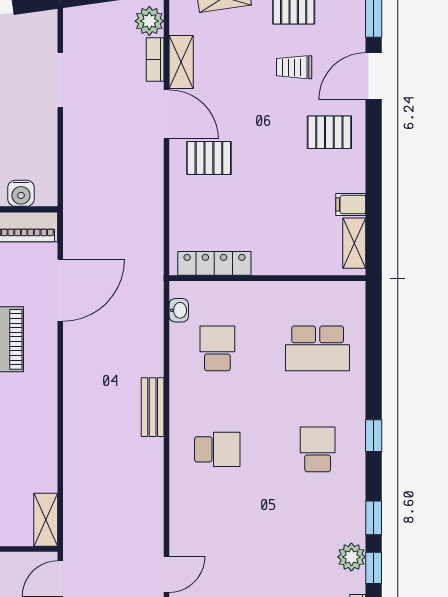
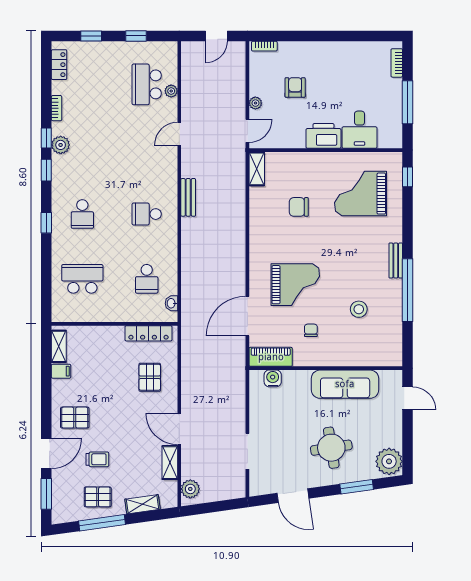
bookcase: (155, 60) -> (187, 464), removed
pallet: (209, 158) -> (150, 377), moved, turned 90
bench: (153, 407) -> (188, 197), moved

